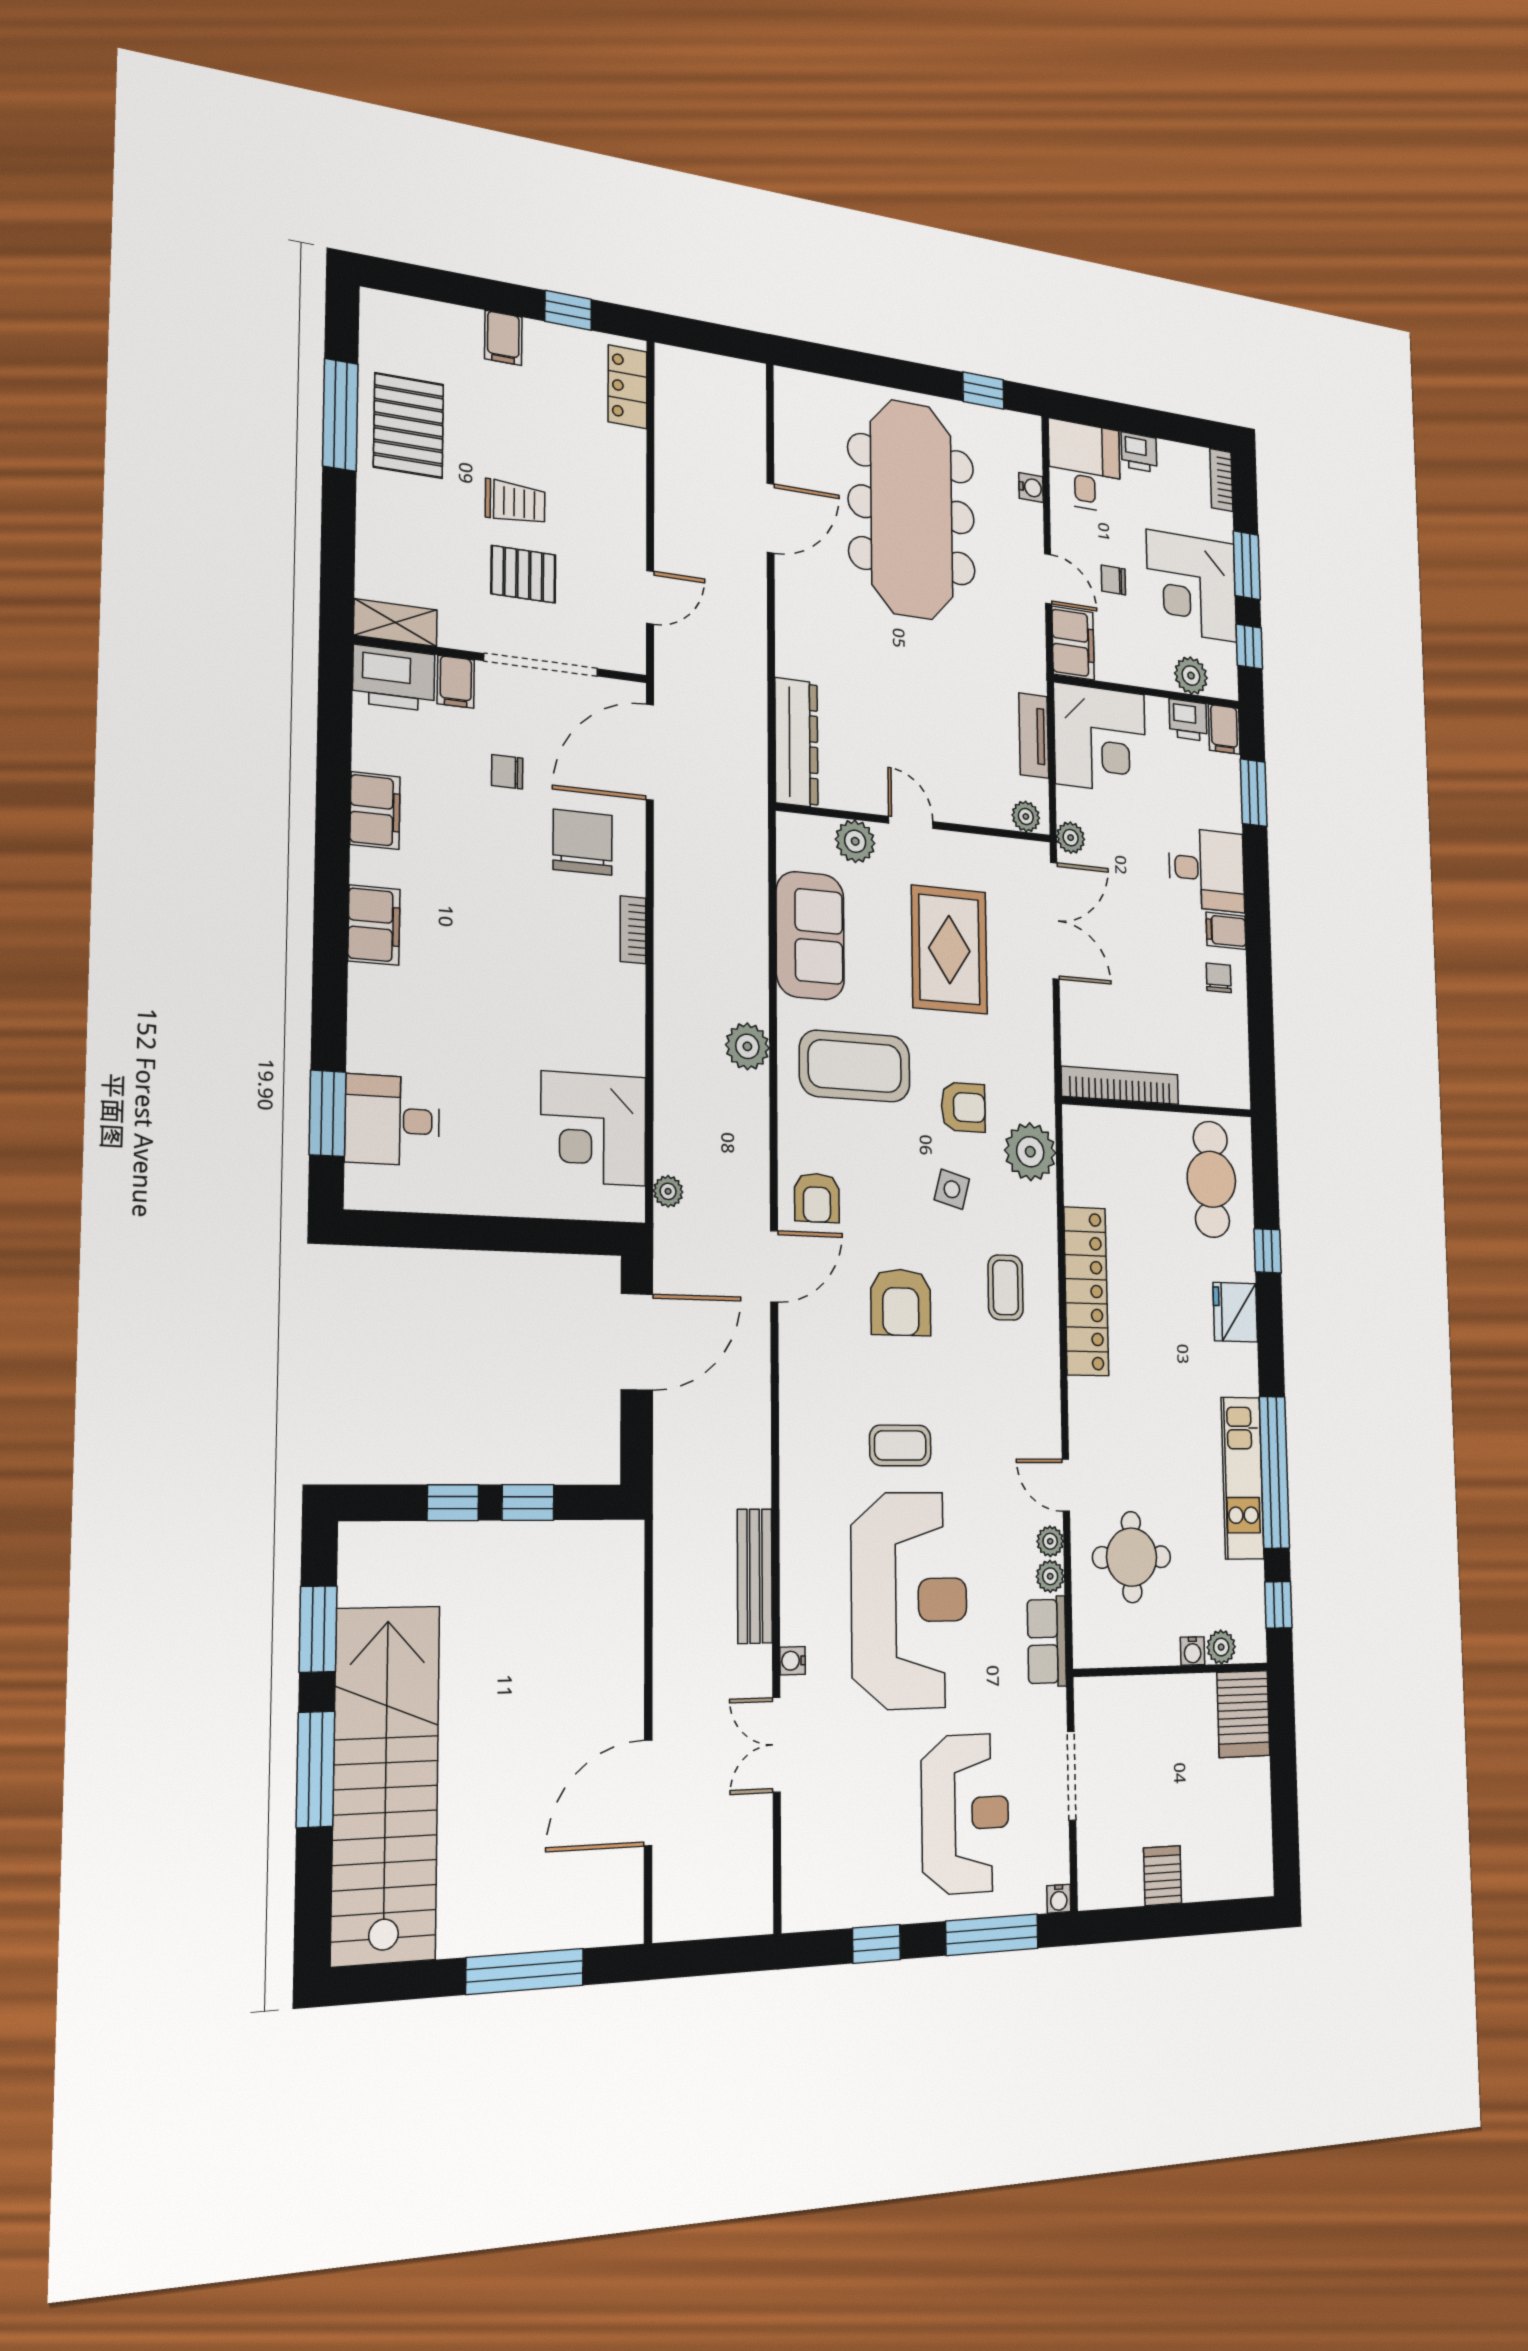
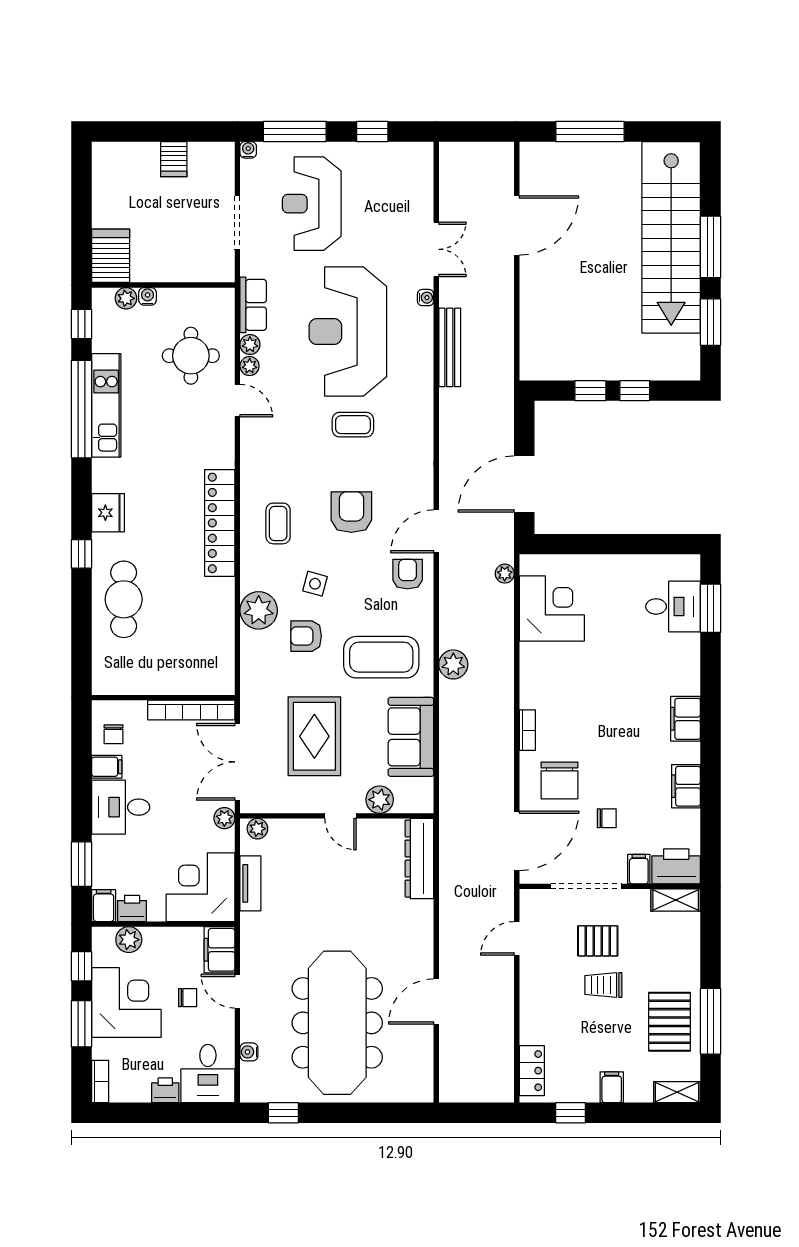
shelving: (398, 310) -> (677, 1092), added
bookcase: (1120, 1085) -> (191, 710), moved
wall: (1158, 1107) -> (163, 698), moved

